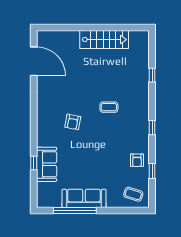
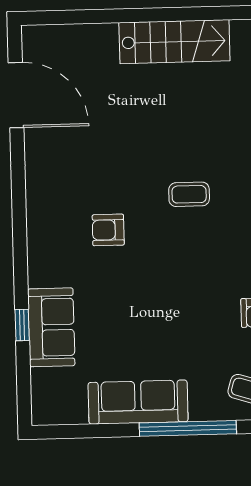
armchair: (73, 122) -> (108, 230), turned 79
window: (75, 210) -> (188, 428), moved

